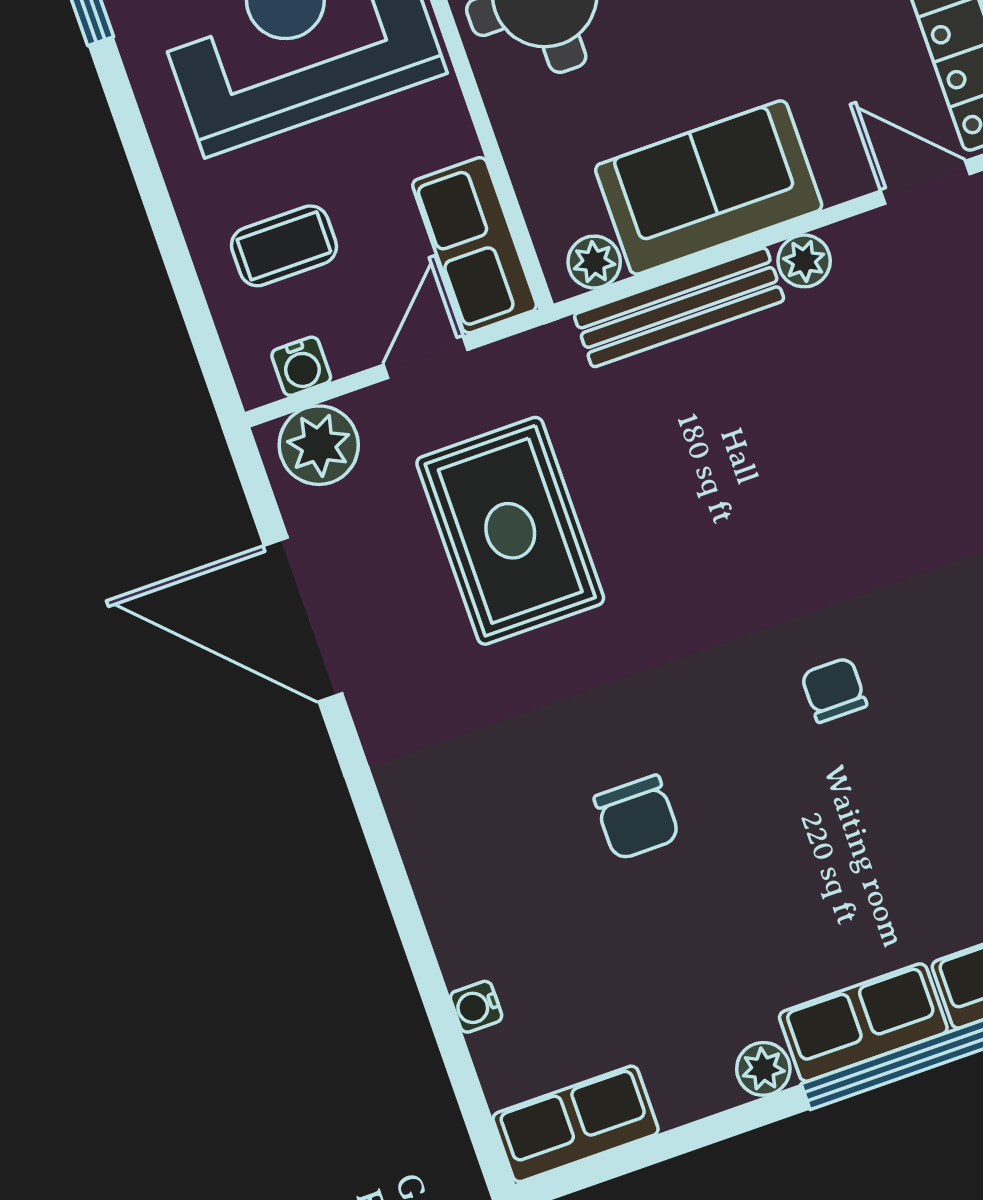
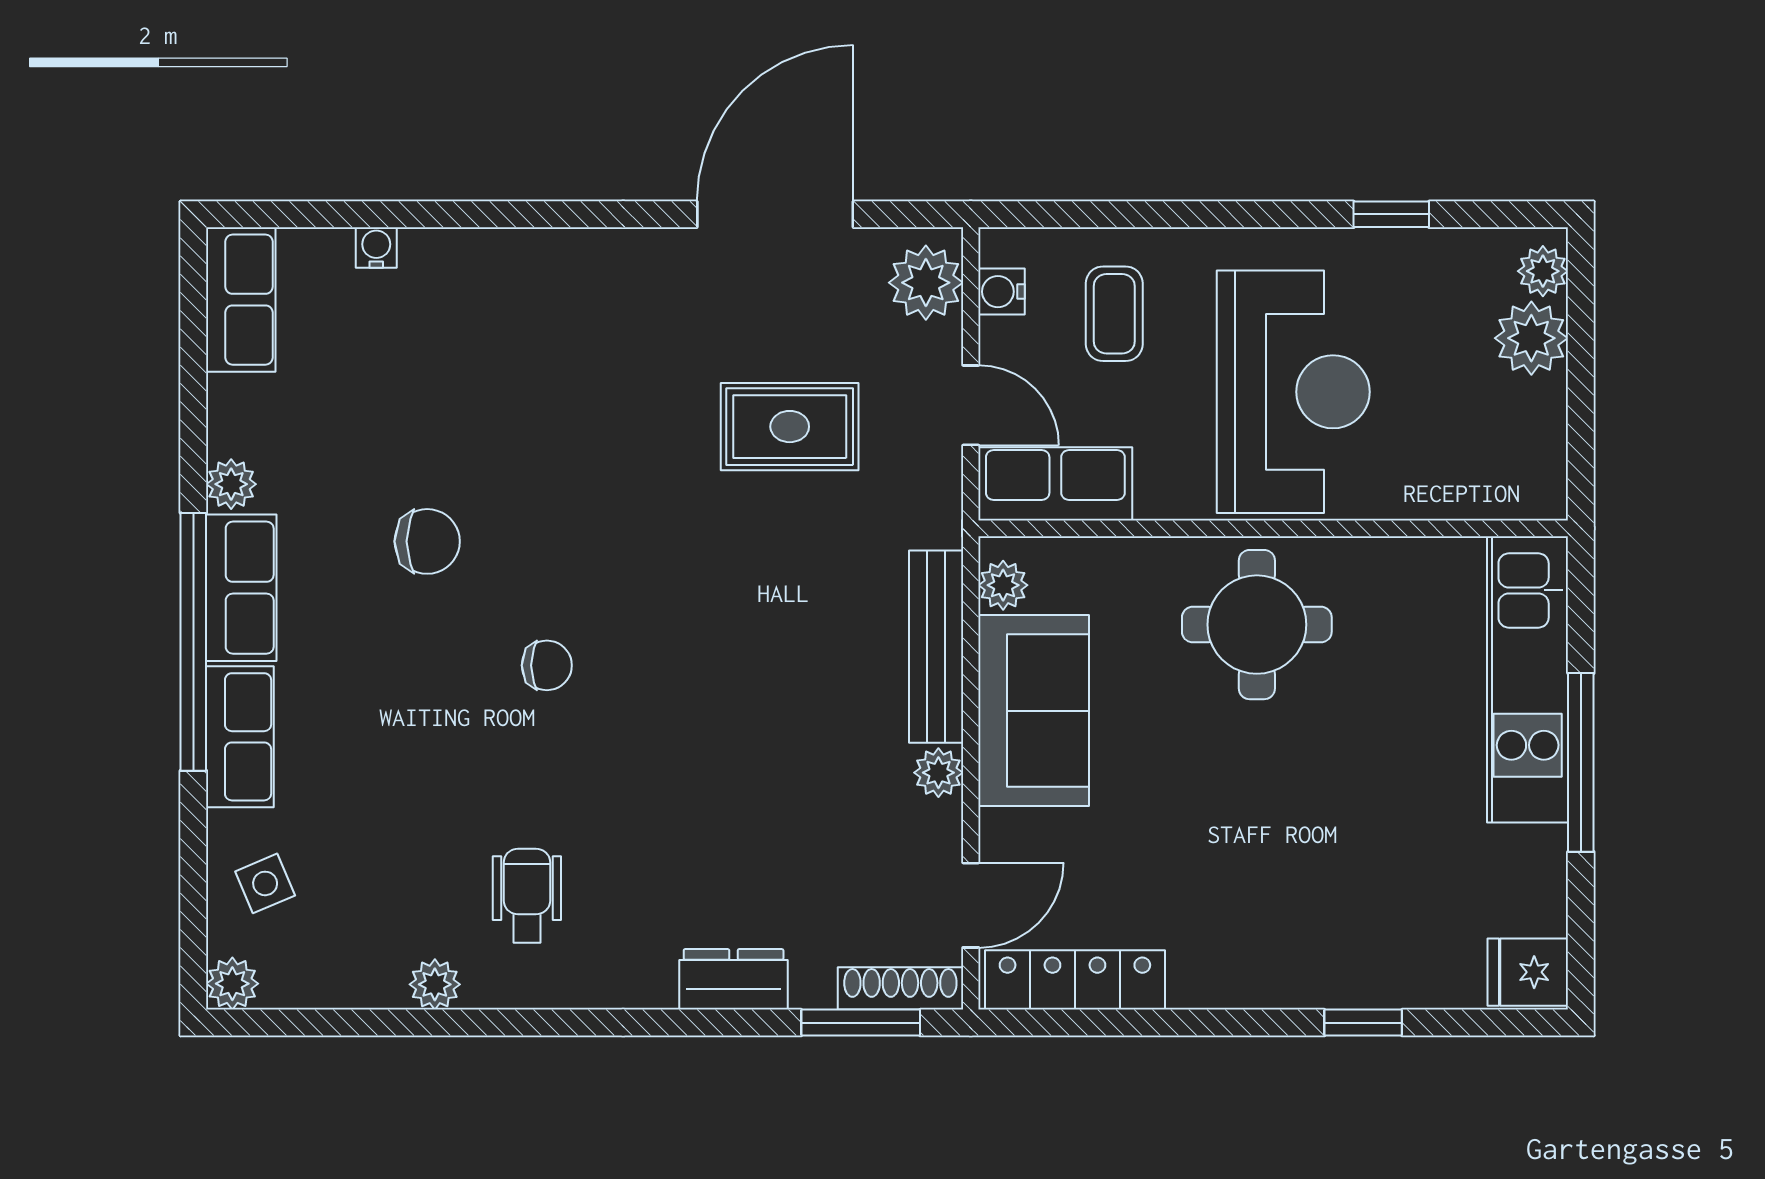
rug: (510, 531) -> (790, 427), width x0.73, depth x0.70
chair: (637, 818) -> (427, 541), moved, turned 180

